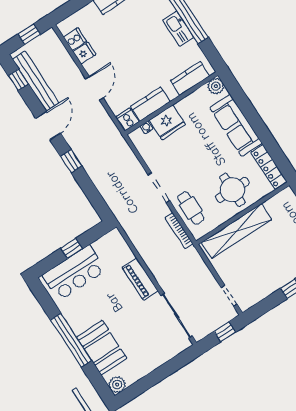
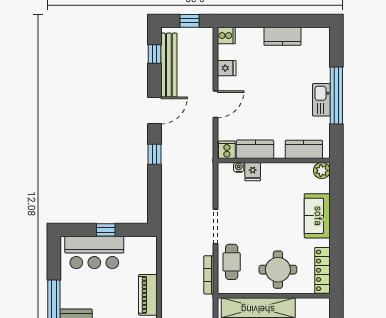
cooker: (75, 39) -> (226, 36), moved
fridge: (167, 122) -> (253, 172), width x0.53, depth x0.75
sofa: (236, 125) -> (317, 216), width x0.73

